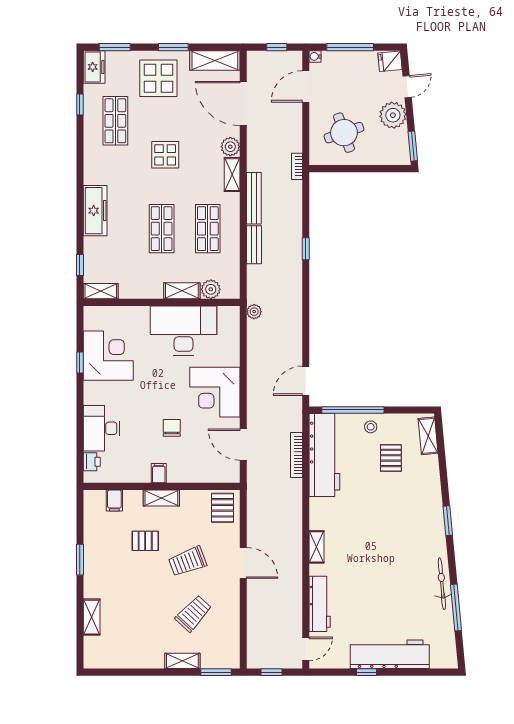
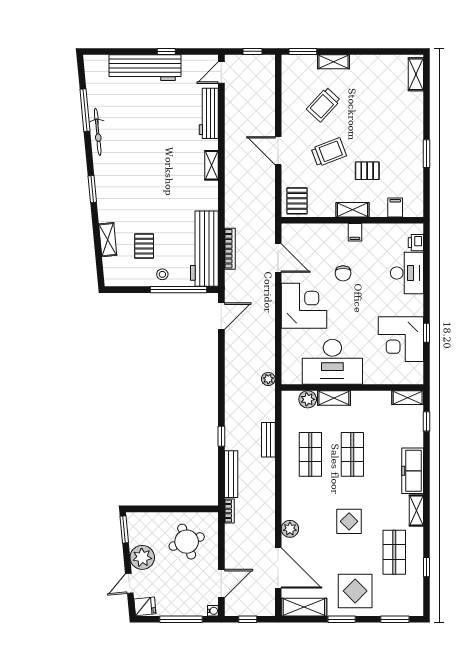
freezer: (94, 67) -> (414, 601), removed
shelving: (232, 175) -> (416, 511), moved
bench: (254, 198) -> (231, 474), moved
shelving: (428, 436) -> (108, 240), moved
shelving: (92, 617) -> (416, 74), moved

